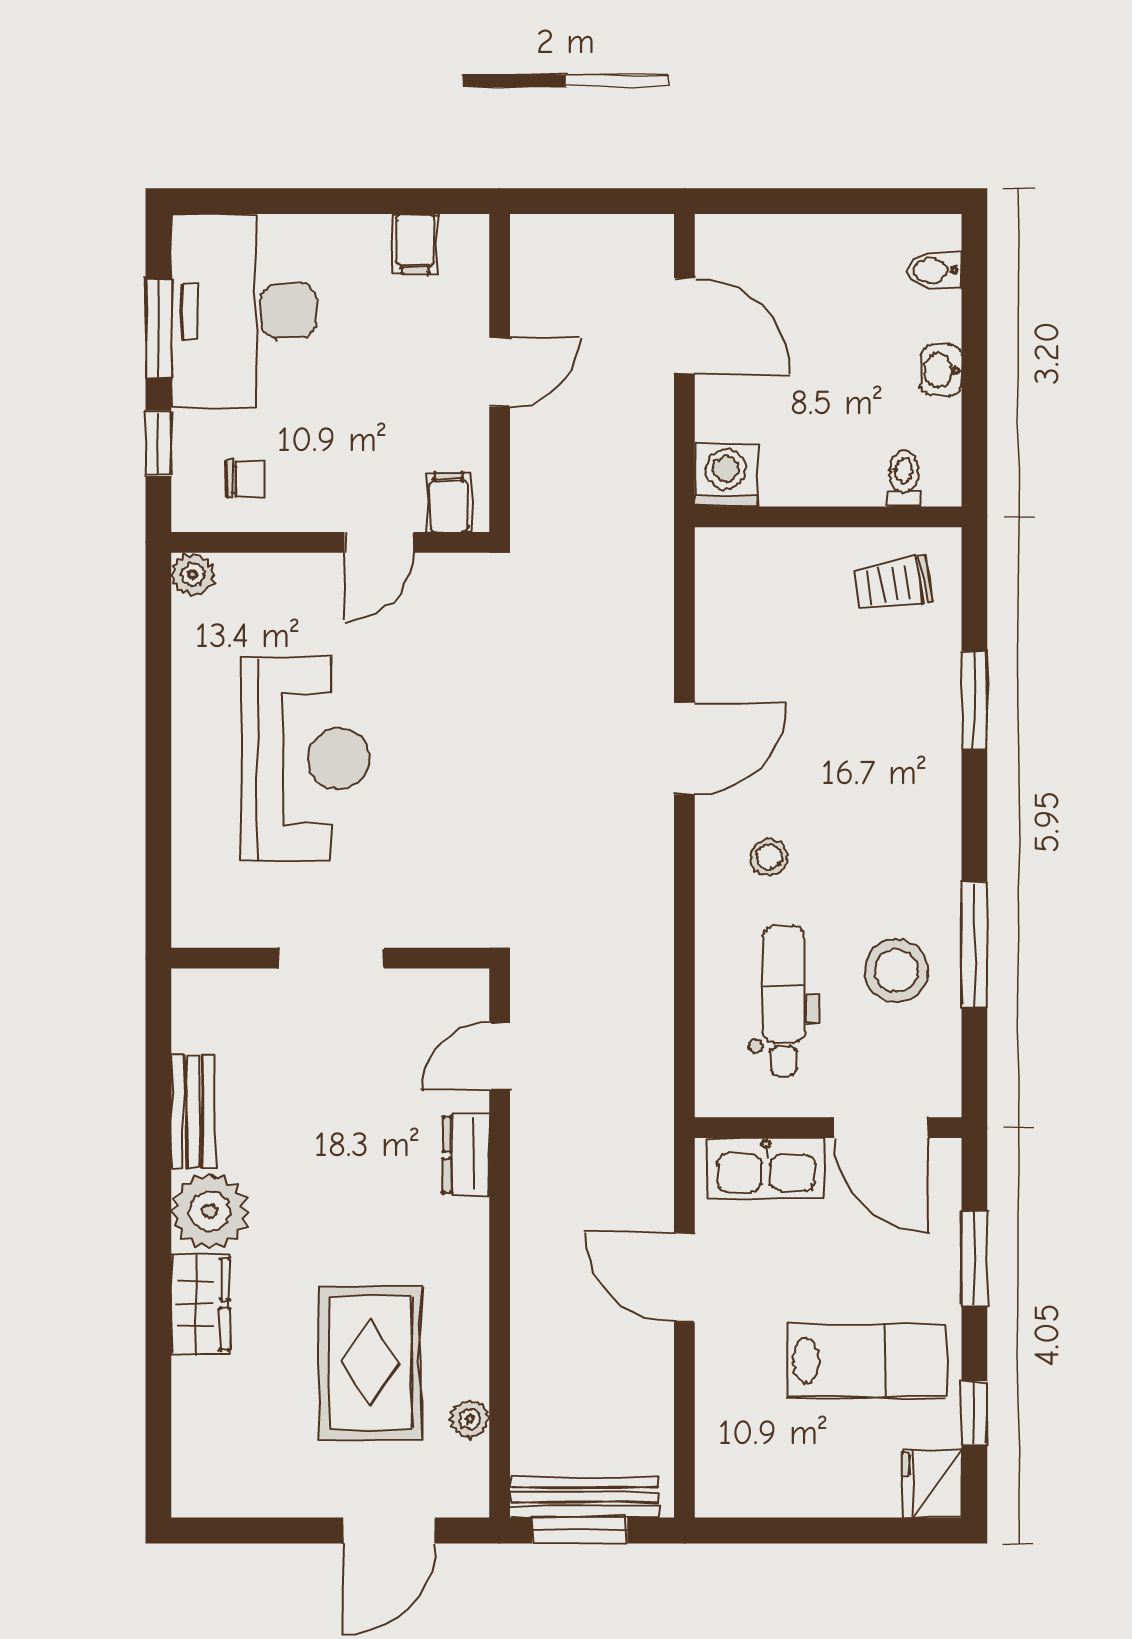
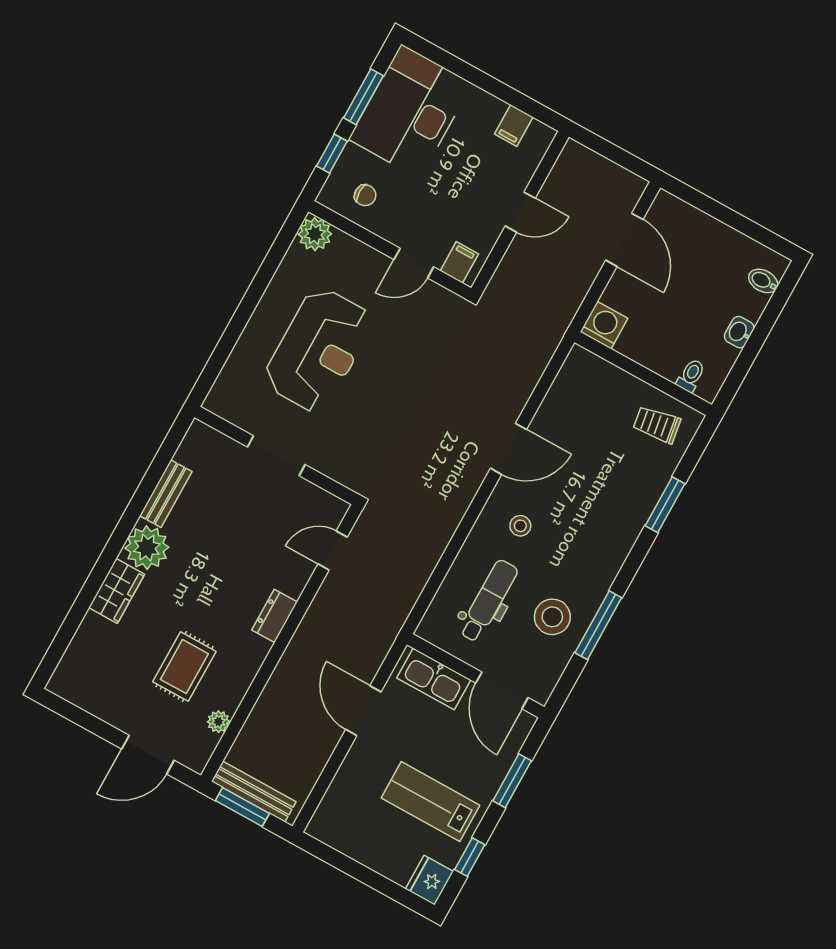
plant: (193, 574) -> (315, 234), width x1.38, depth x1.38
dresser: (466, 1155) -> (275, 616), moved
lab bench: (866, 1361) -> (430, 802), turned 180
rug: (370, 1363) -> (184, 667), width x0.73, depth x0.70

